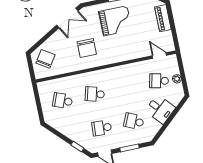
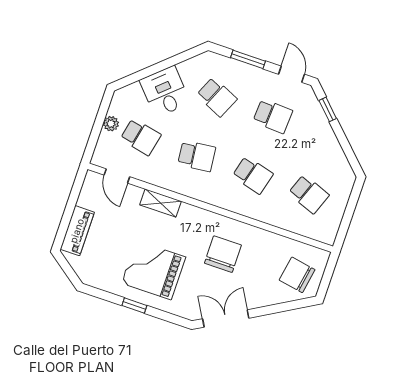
shelving: (131, 55) -> (161, 203), added
chair: (45, 59) -> (297, 275), turned 67
school desk: (127, 87) -> (197, 156), added

